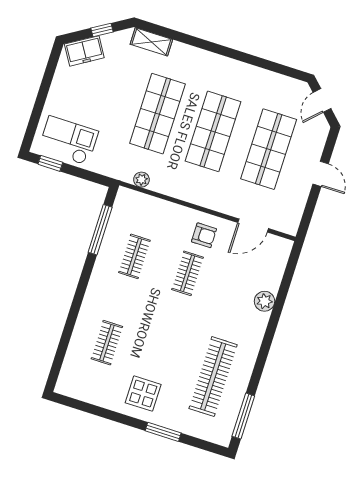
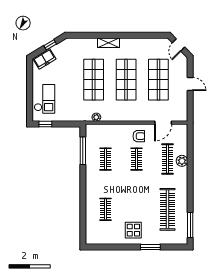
shelving: (151, 42) -> (108, 43), moved
checkout: (68, 141) -> (45, 99), moved, turned 90
clothes rail: (241, 290) -> (167, 159), added

